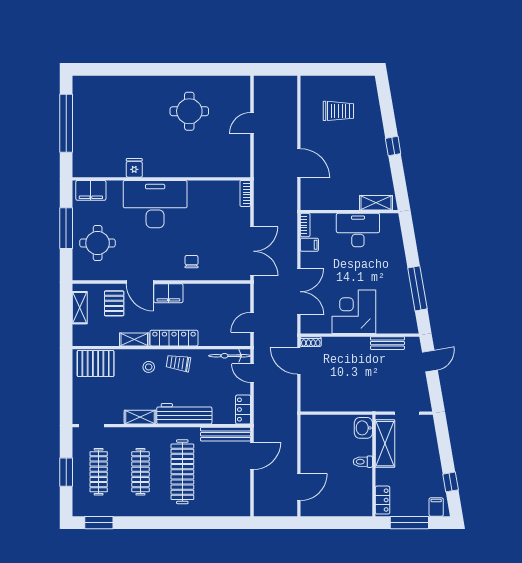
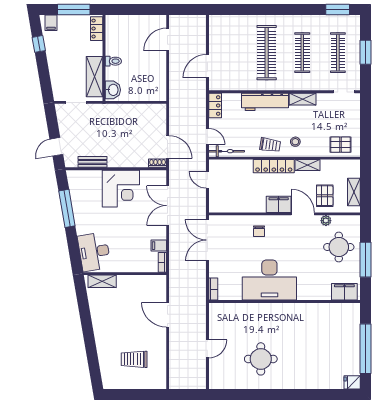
window: (393, 146) -> (88, 329), removed
fridge: (134, 168) -> (352, 382), moved, turned 90
desk: (155, 204) -> (269, 280), moved
desk: (358, 230) -> (94, 252), moved, turned 80
plant: (113, 274) -> (326, 221), added
door: (252, 322) -> (207, 180), swing flipped
pallet: (96, 364) -> (340, 145), width x0.67, depth x0.71
bench: (226, 434) -> (230, 85), removed

